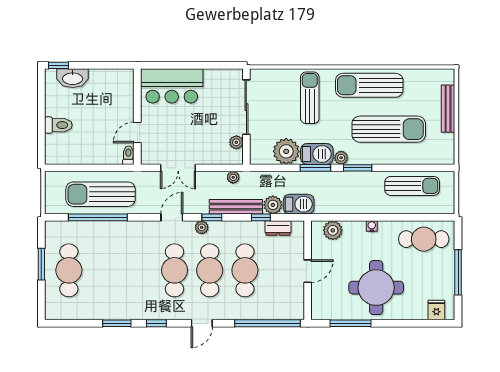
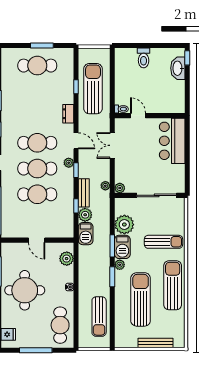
sun lounger: (389, 129) -> (141, 299), turned 180
plant: (236, 142) -> (120, 188), moved
bench: (236, 207) -> (84, 193), width x0.73
window: (98, 217) -> (76, 87), width x0.32
dresser: (278, 228) -> (68, 114), moved

